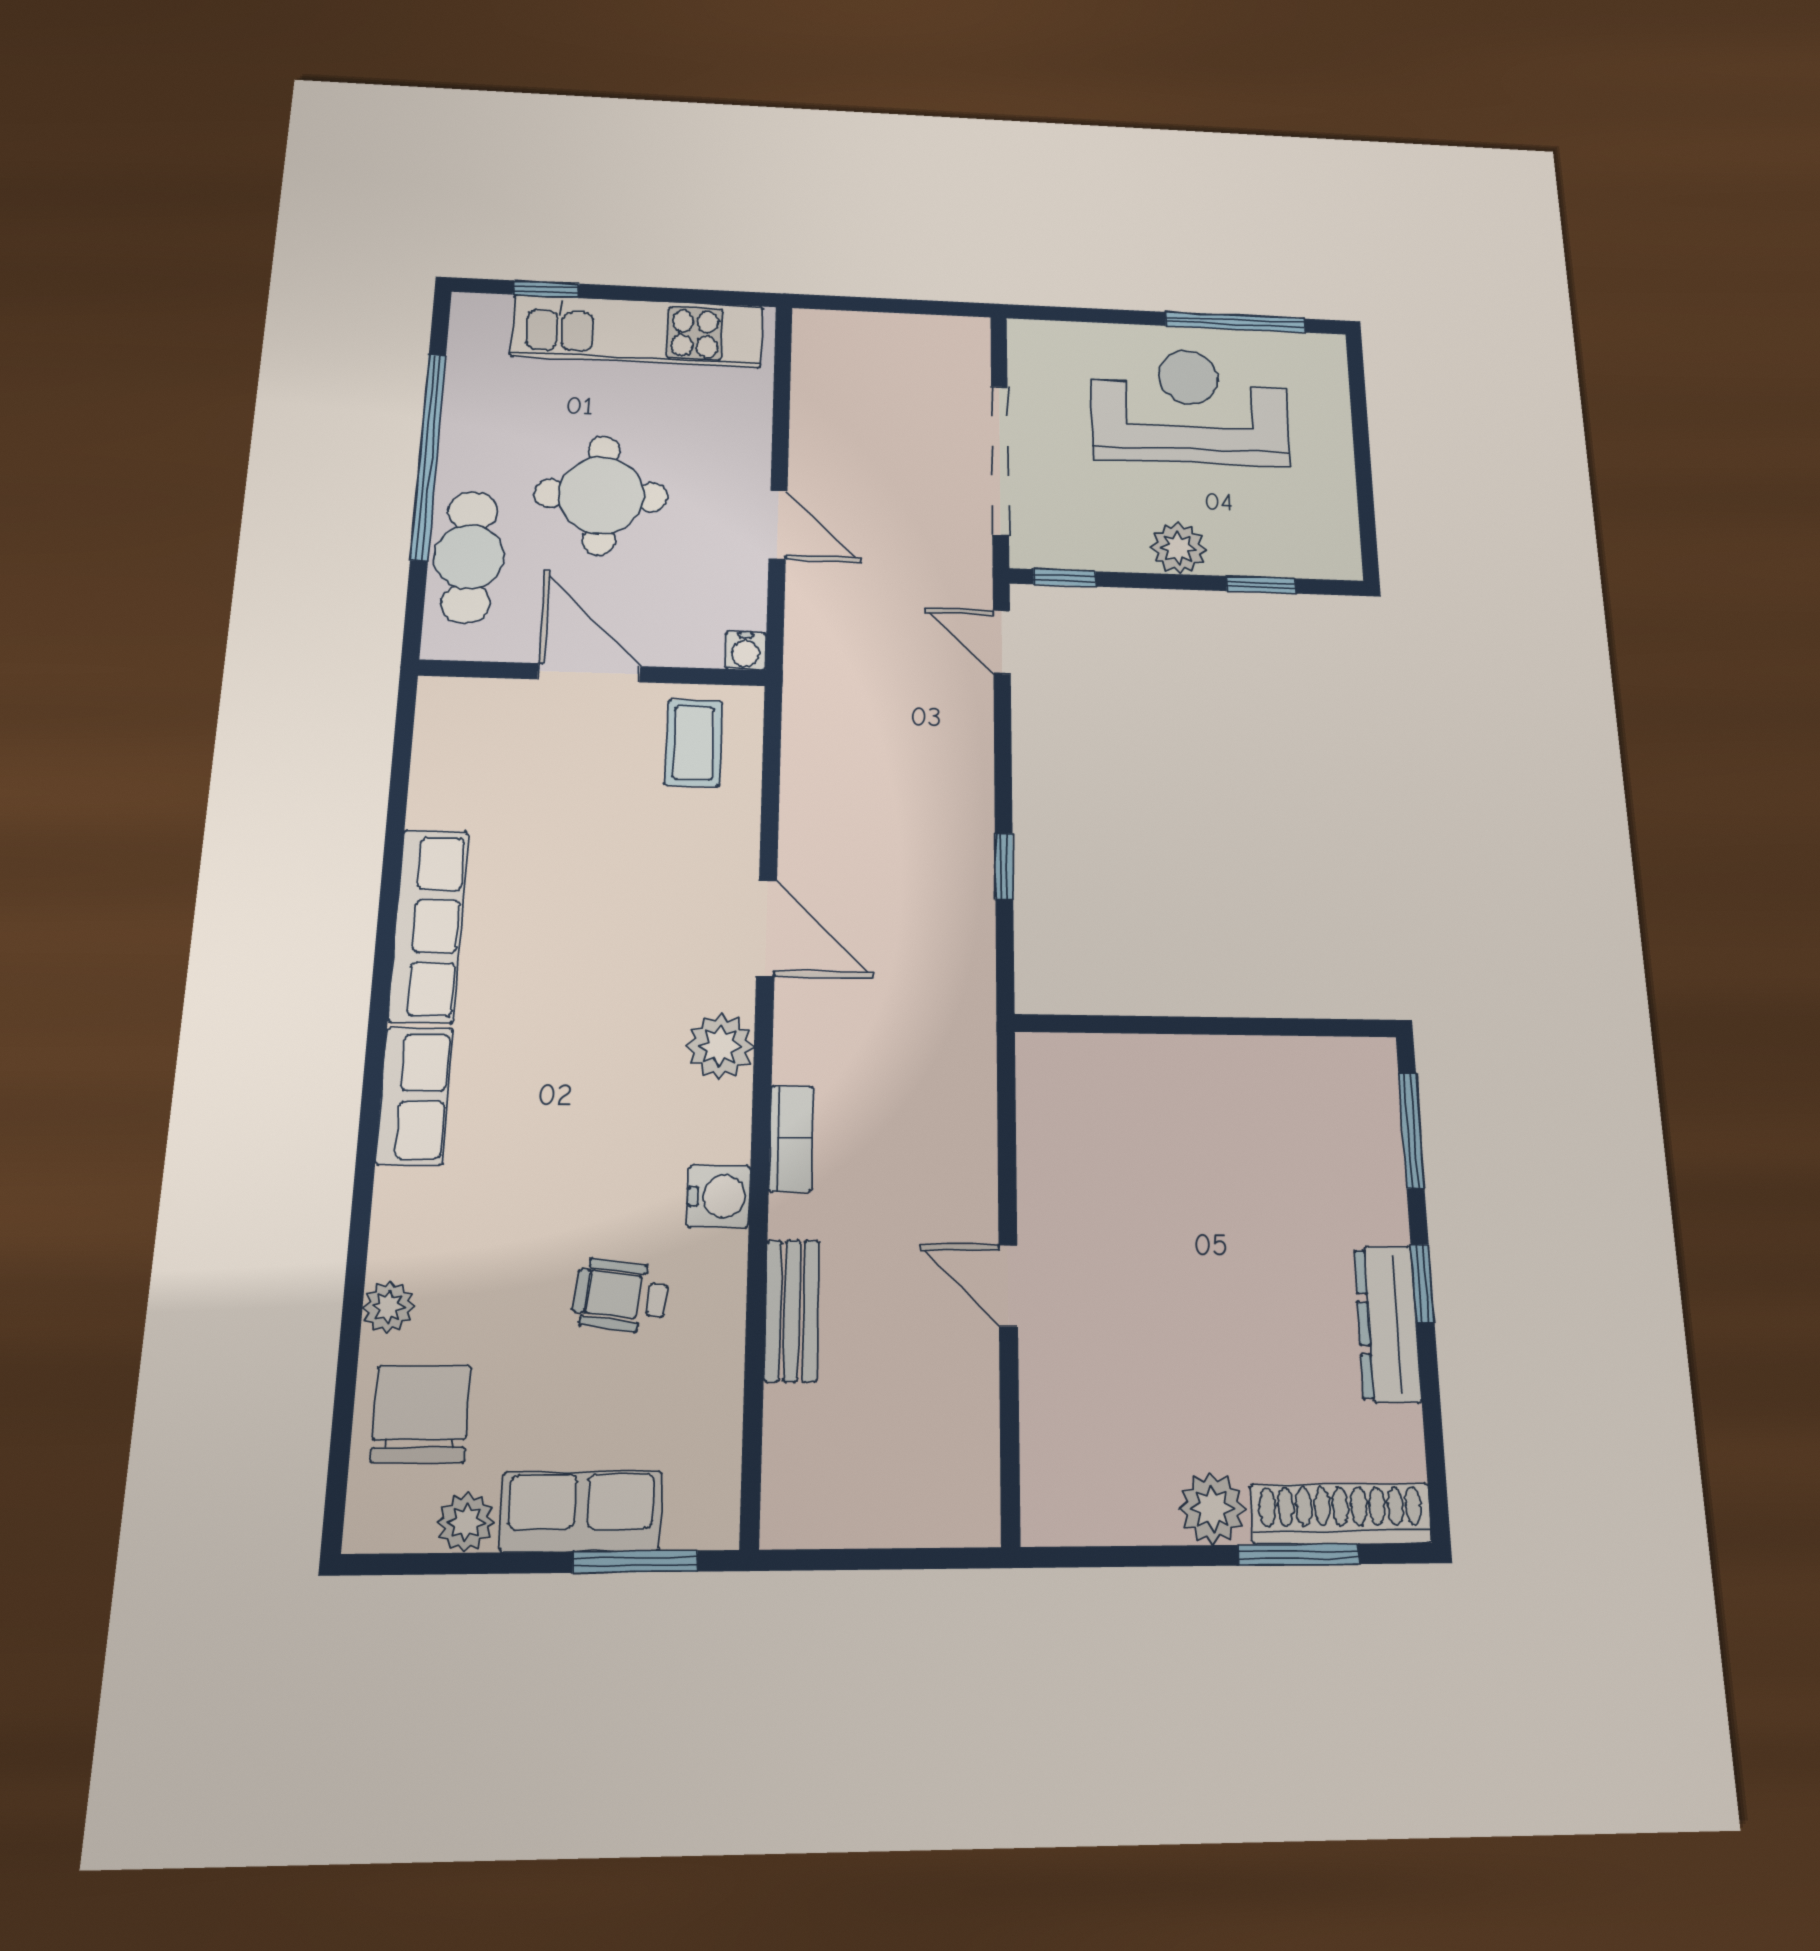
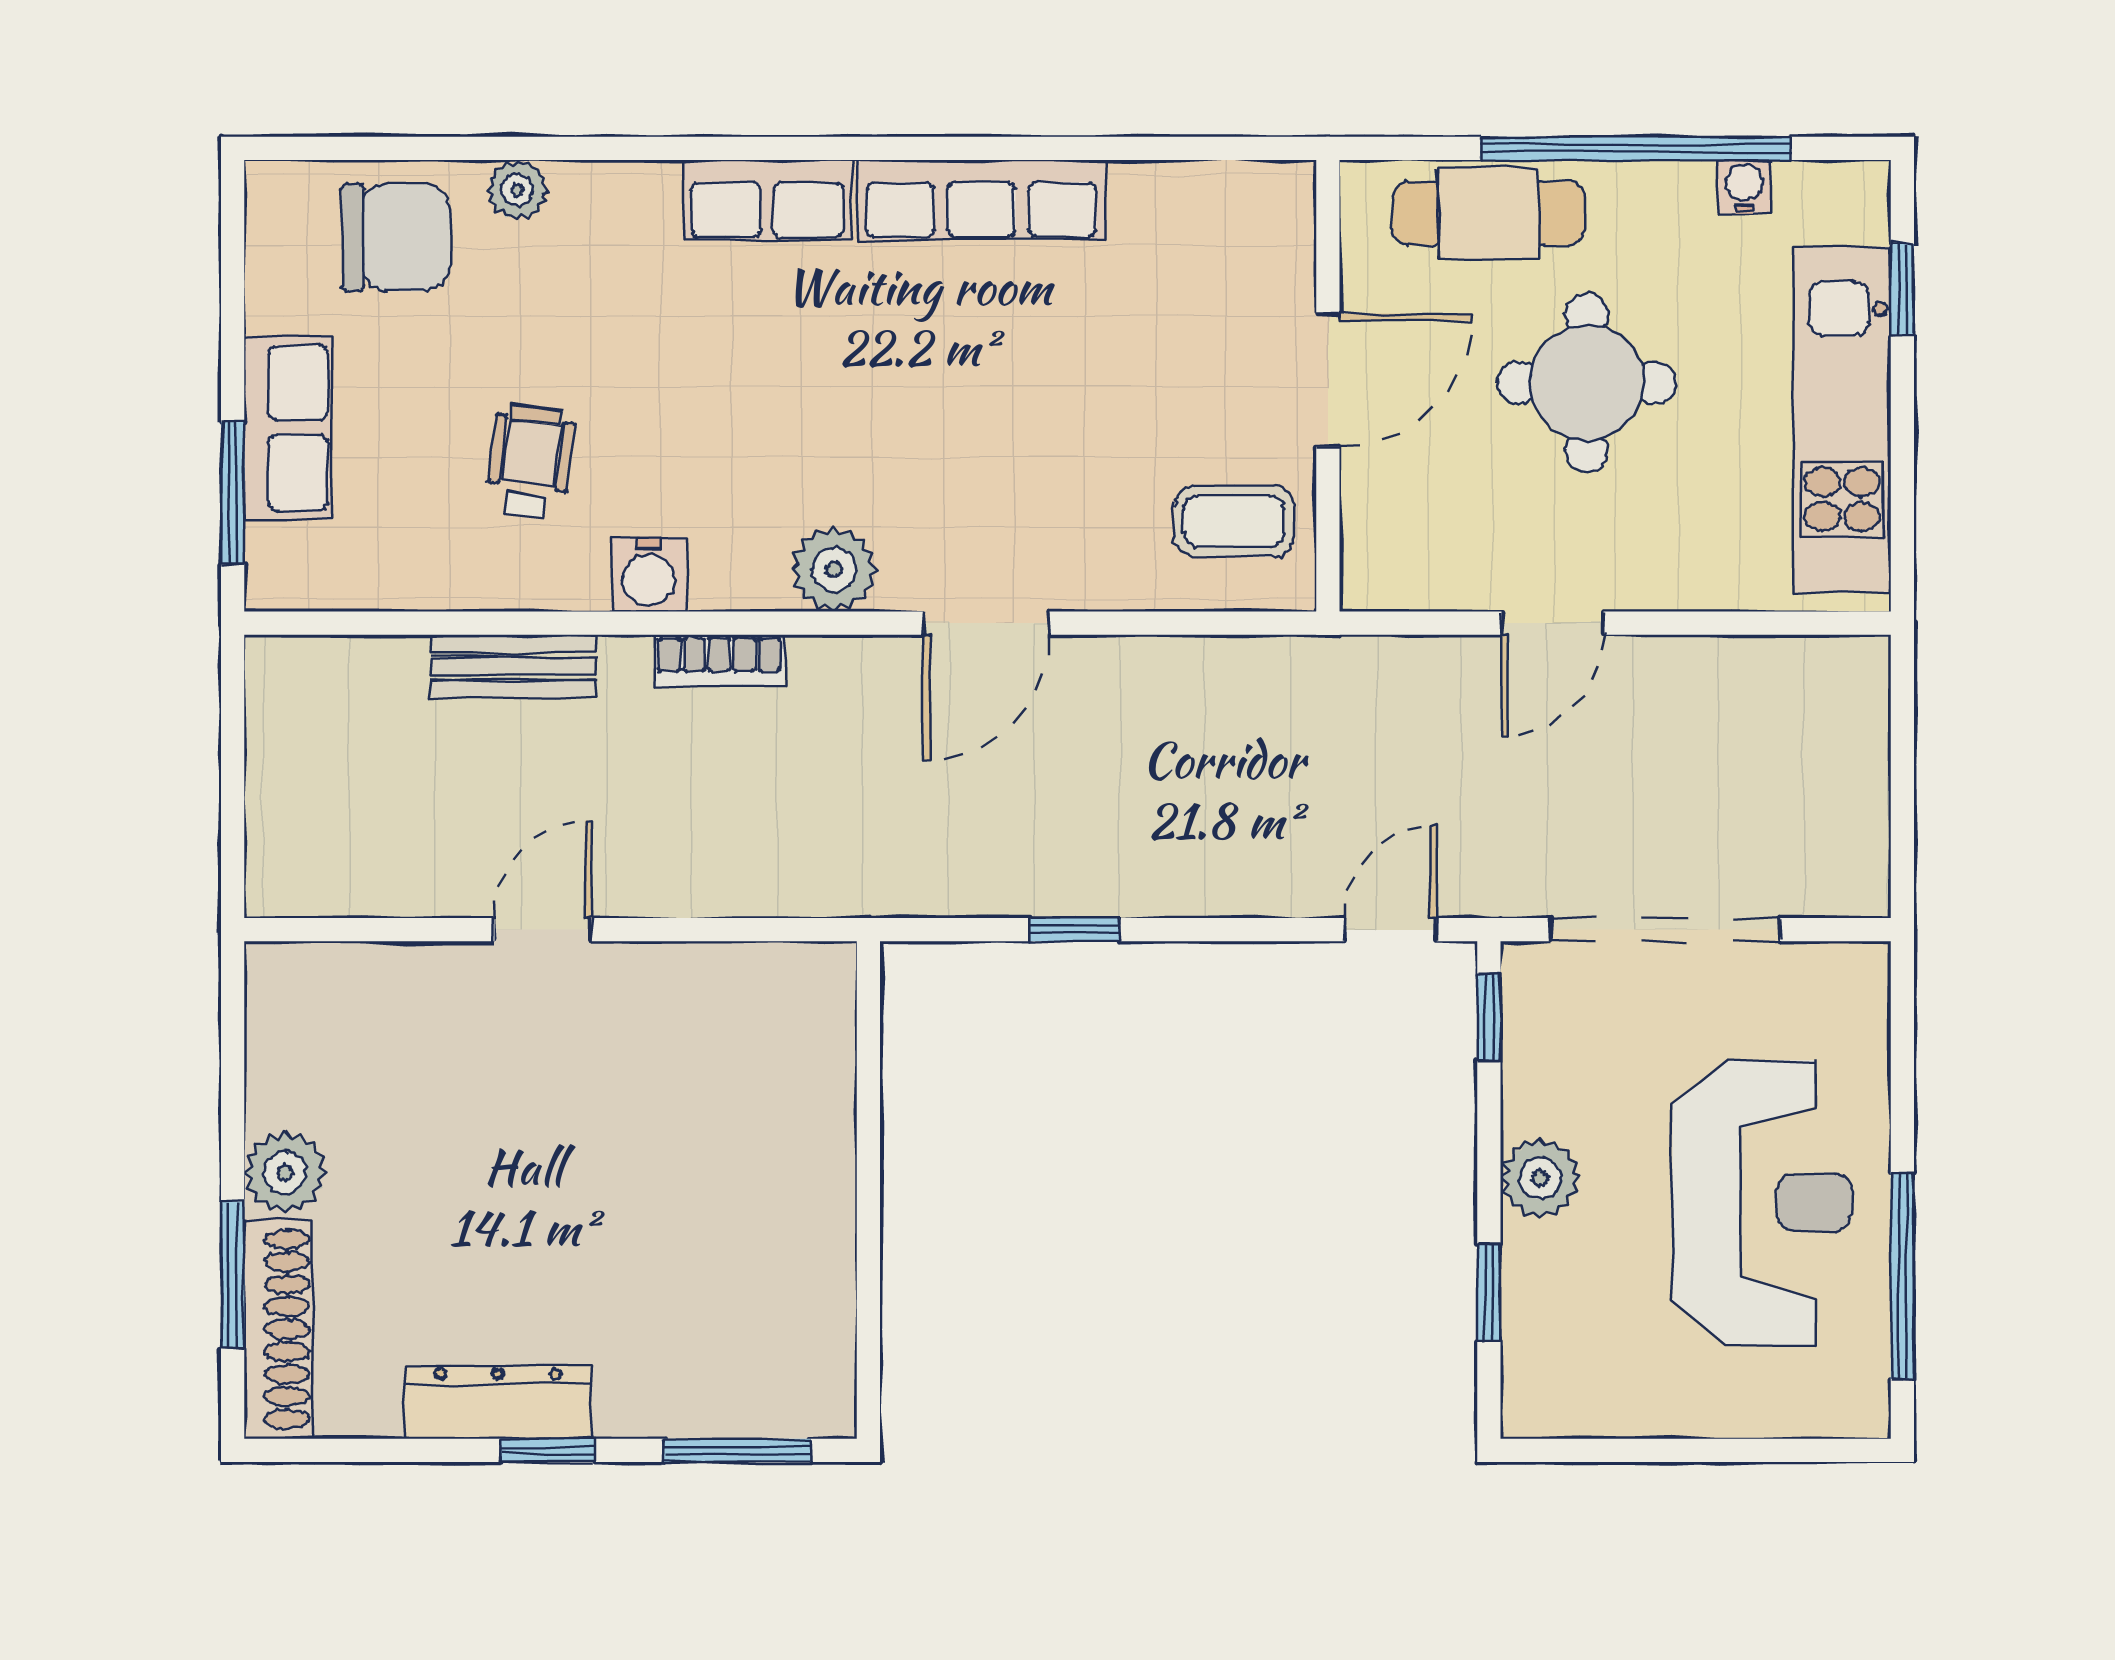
water cooler: (746, 651) -> (1744, 187), moved, turned 90
plant: (466, 1522) -> (277, 298), removed

